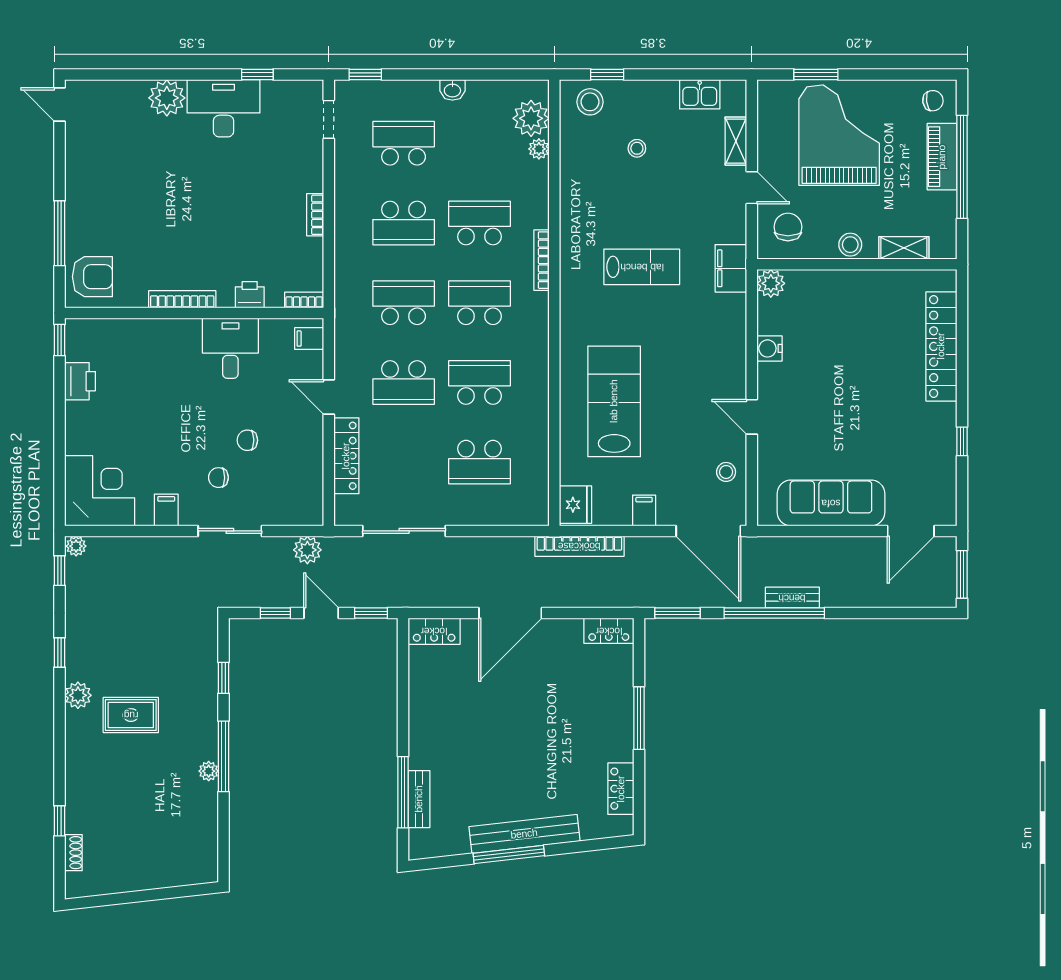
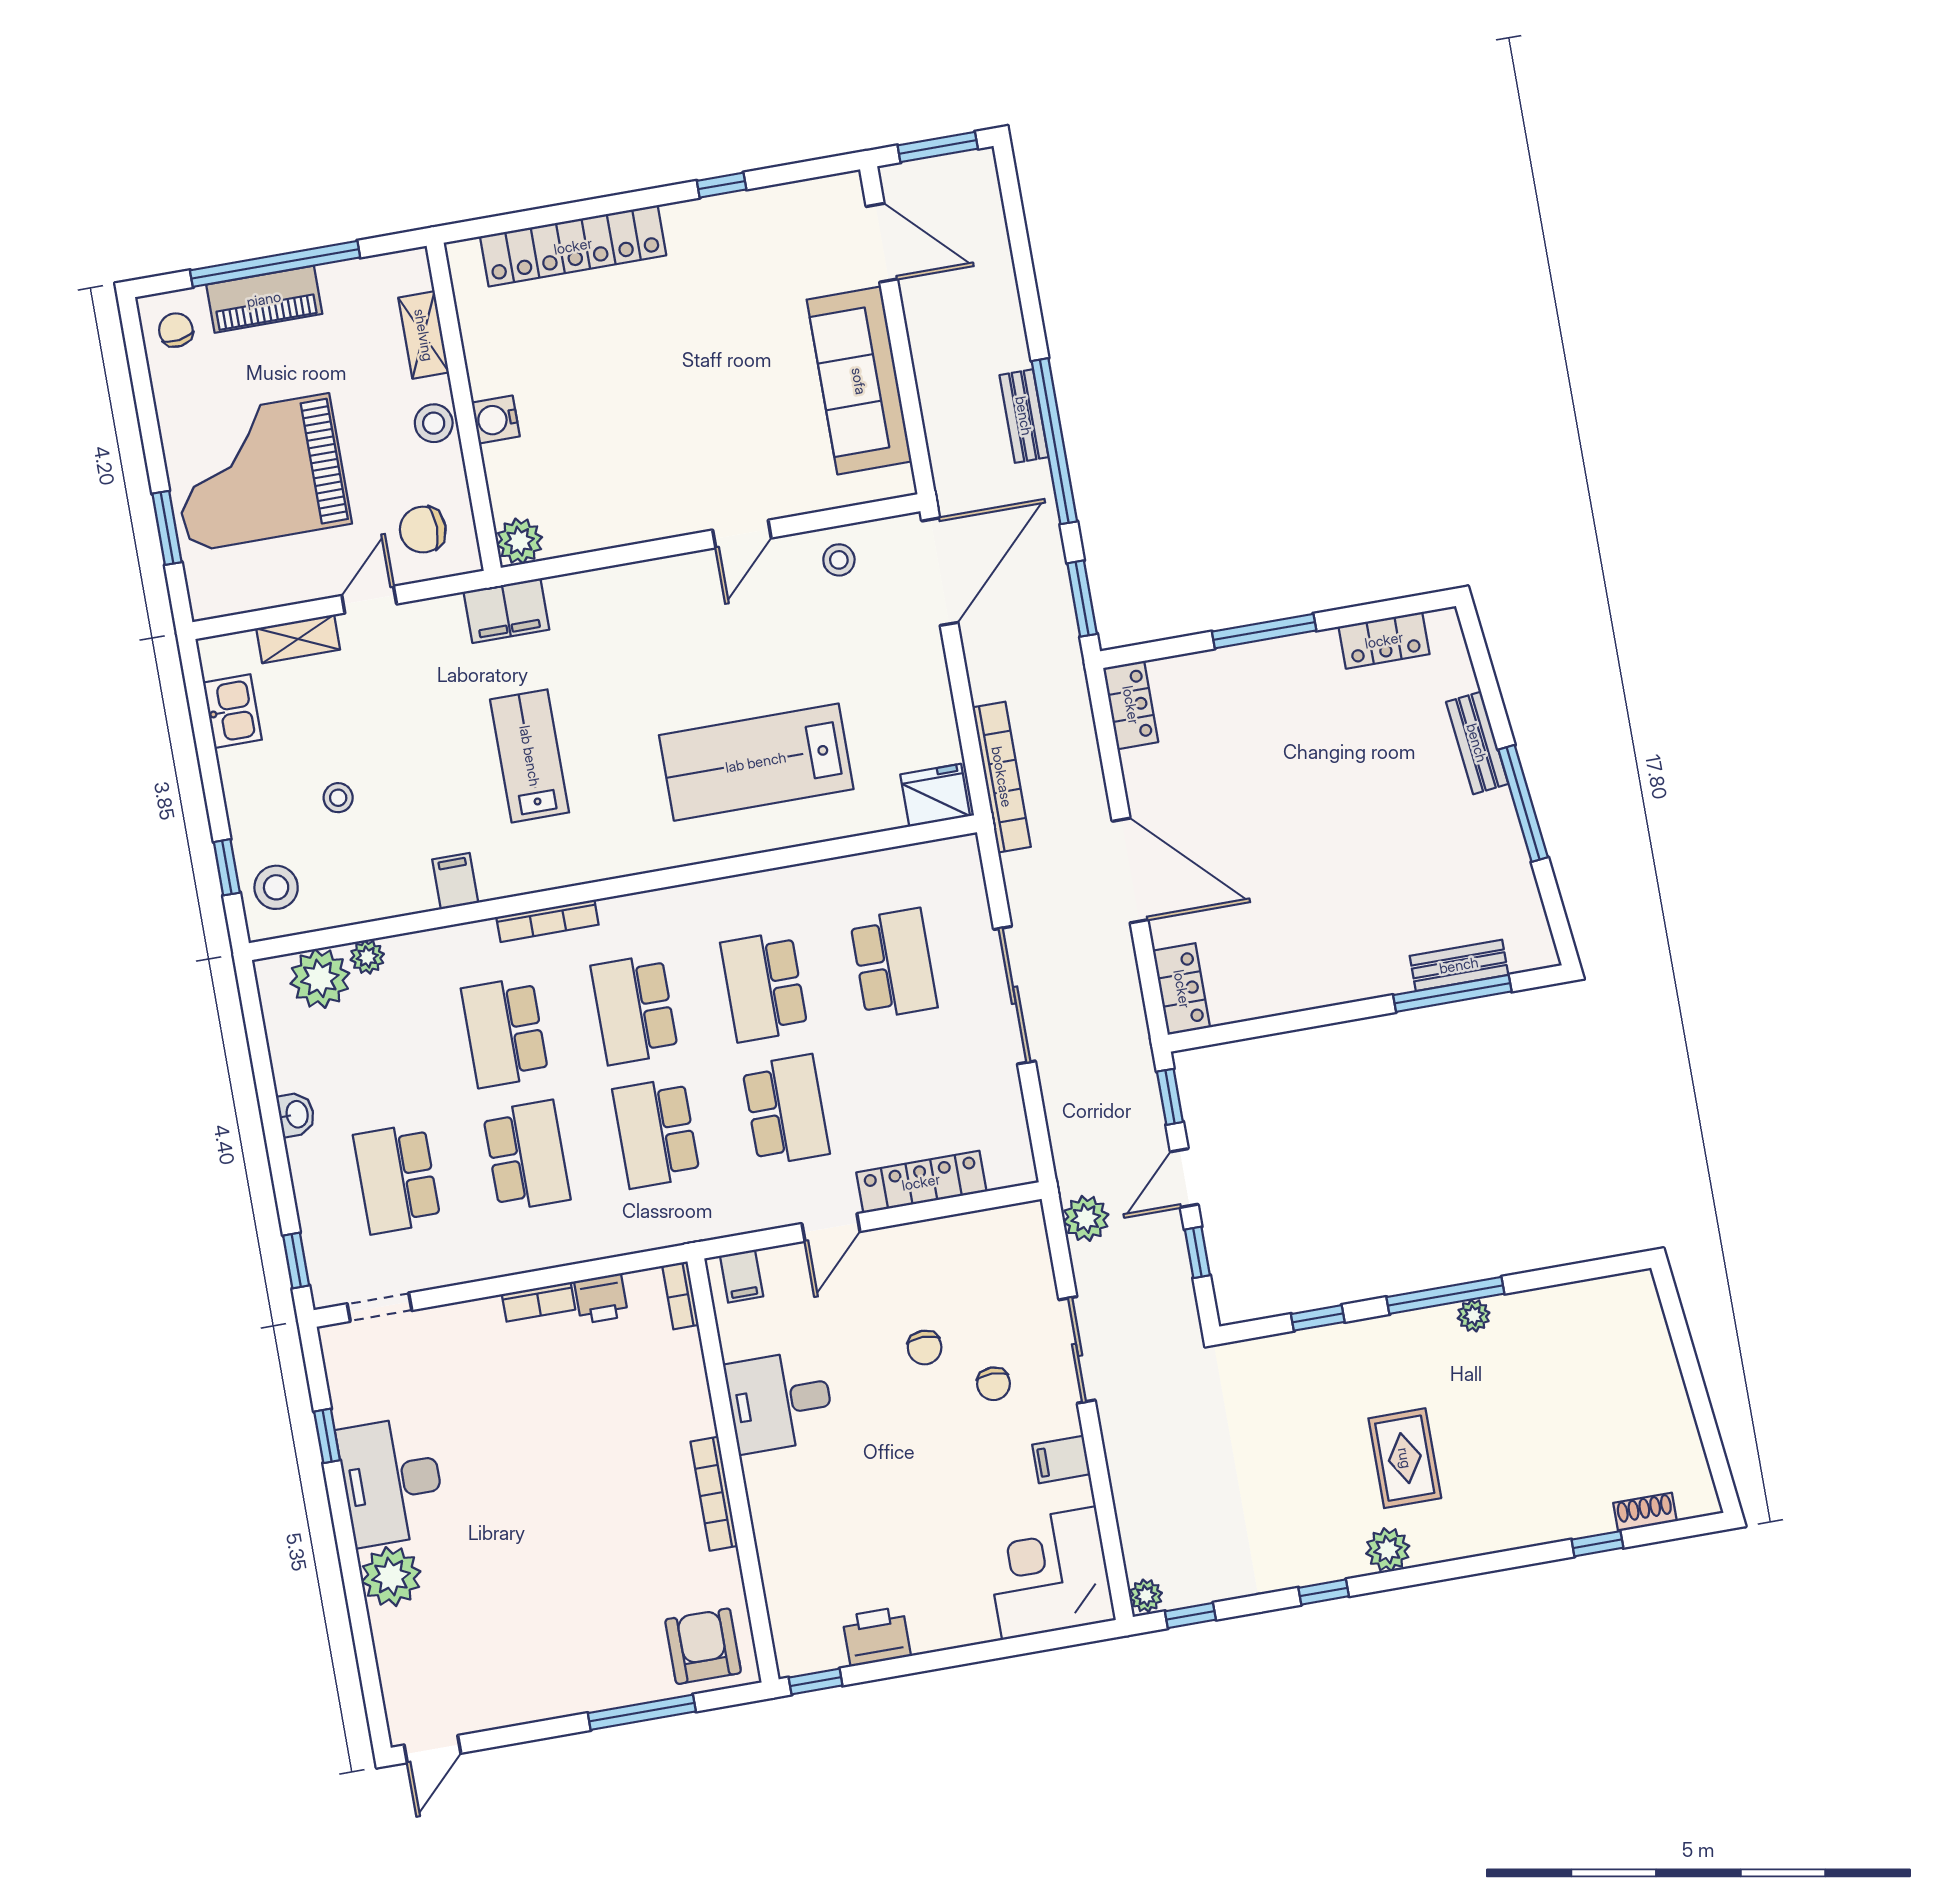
printer: (250, 295) -> (601, 1299), moved, turned -90
water cooler: (769, 348) -> (496, 420), moved, turned 90
filing cabinet: (644, 510) -> (455, 881), moved, turned 90
sliding door: (404, 531) -> (1014, 995), moved
bench: (524, 834) -> (1477, 743), width x0.54, depth x0.82

